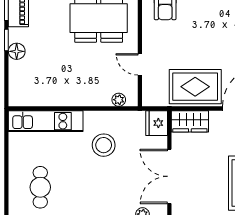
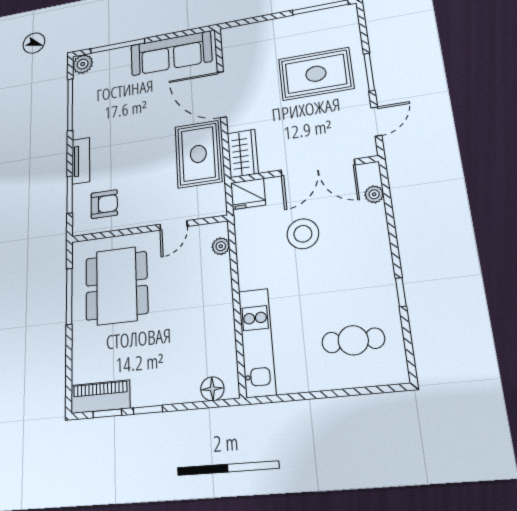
floor lamp: (17, 51) -> (212, 389), moved
stool: (104, 145) -> (303, 234), moved

